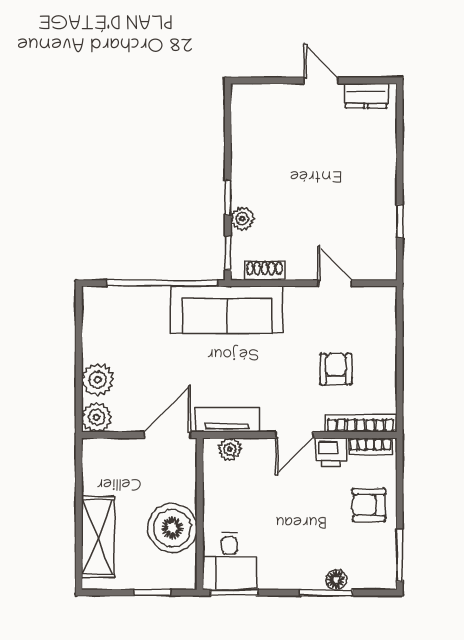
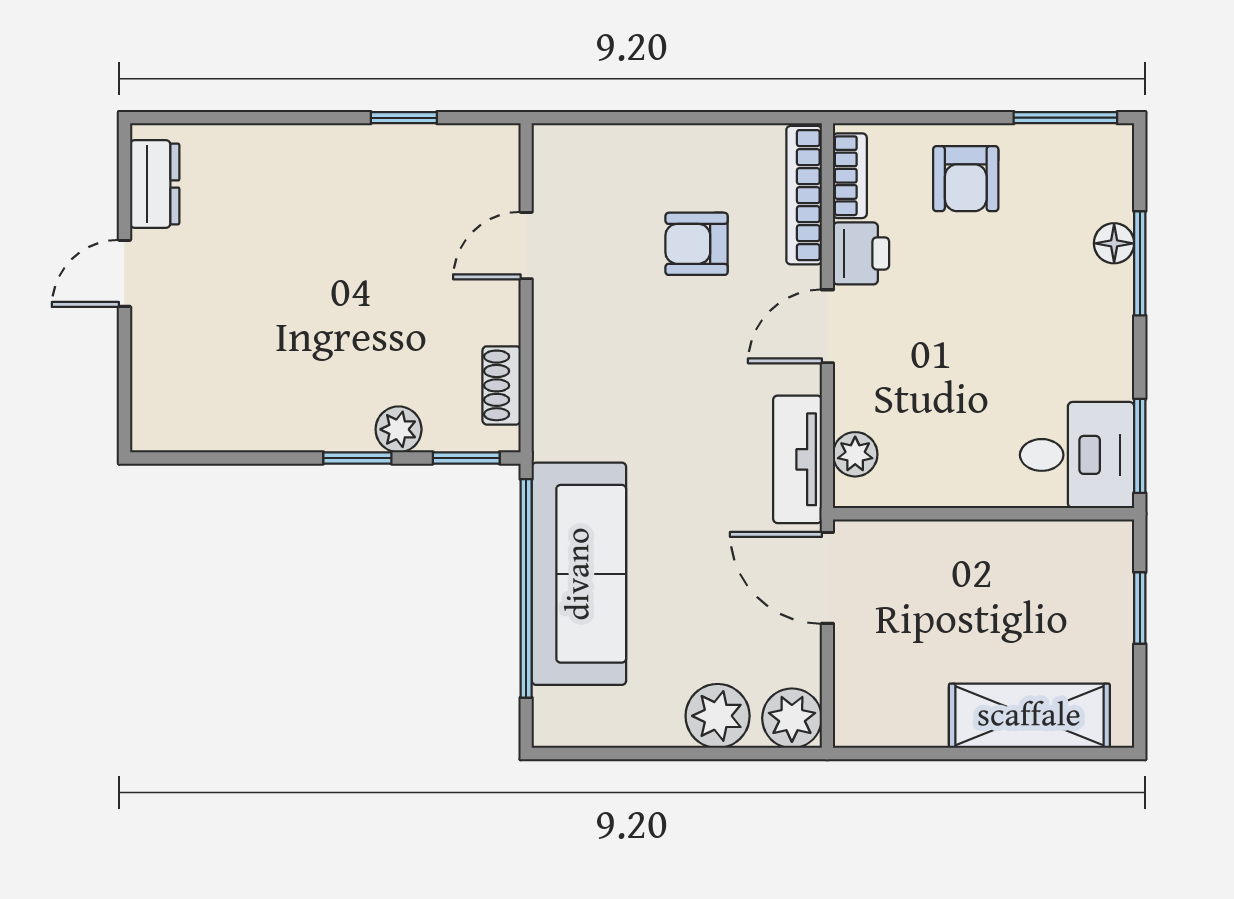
sofa: (227, 310) -> (579, 574), moved
door: (294, 435) -> (827, 326), swing flipped
boiler: (172, 528) -> (1012, 568), removed

